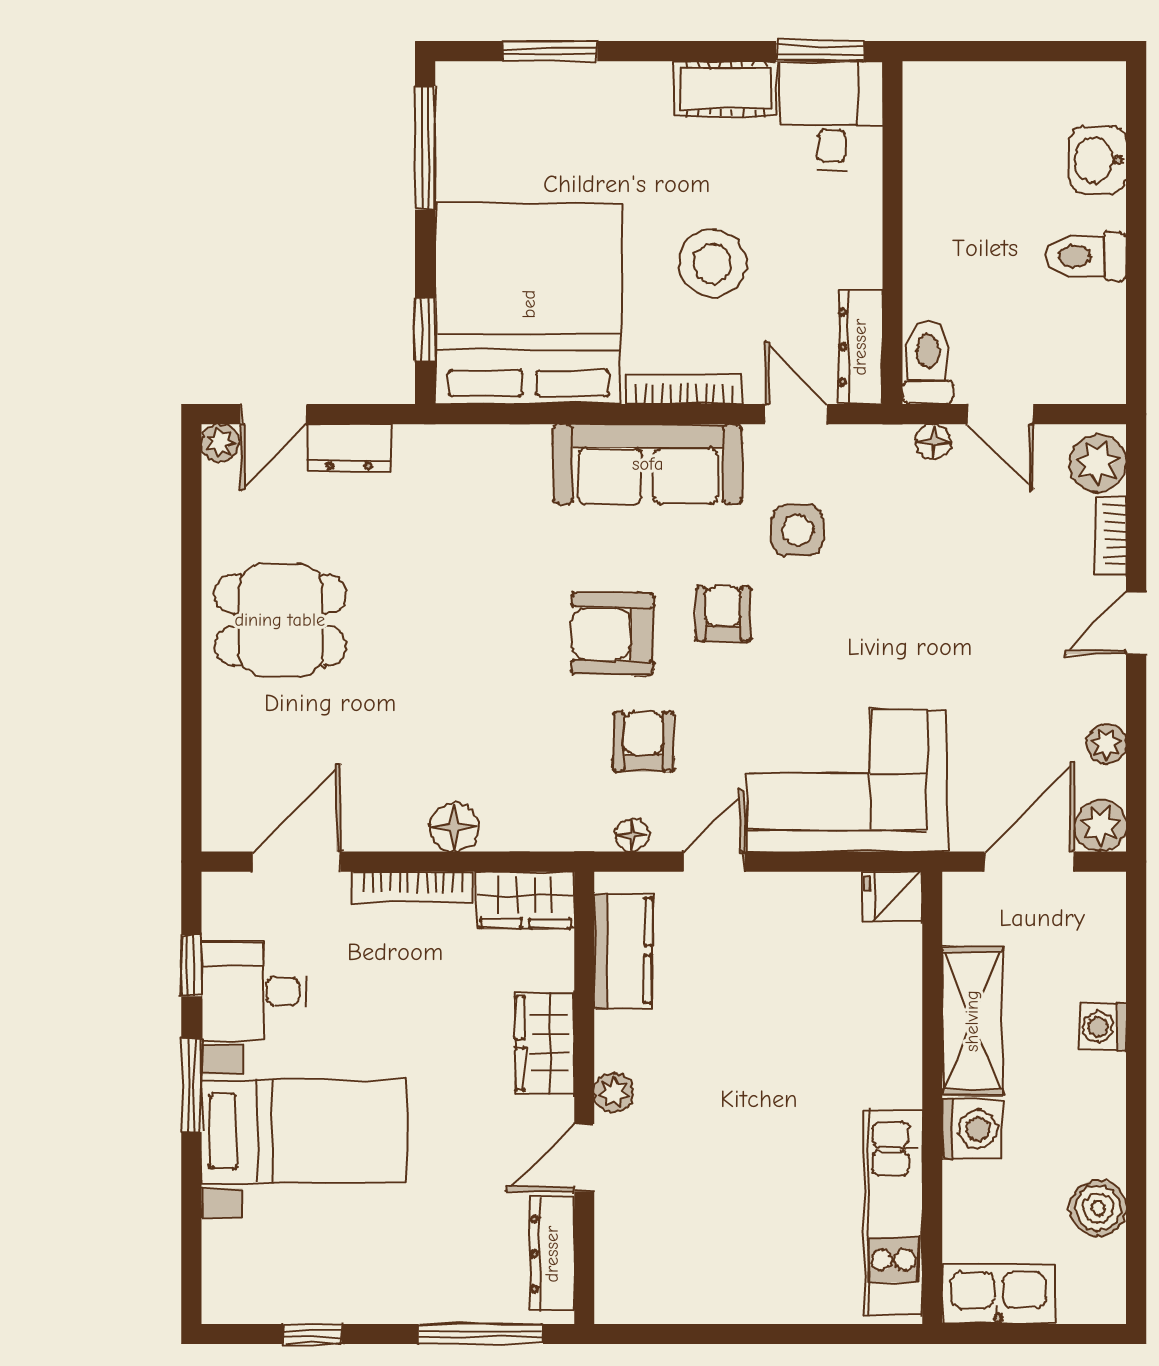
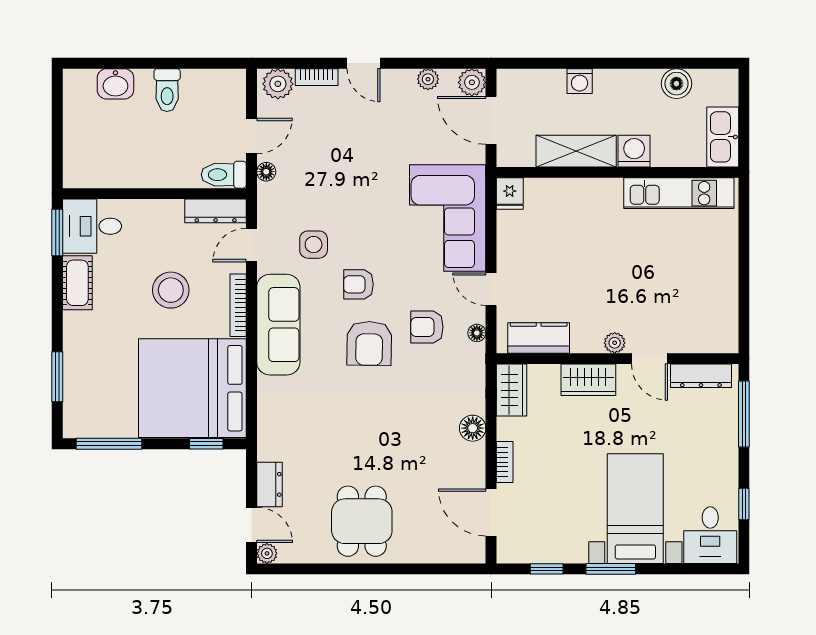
bookcase: (413, 887) -> (505, 462), width x0.64
desk: (254, 991) -> (710, 535), moved

